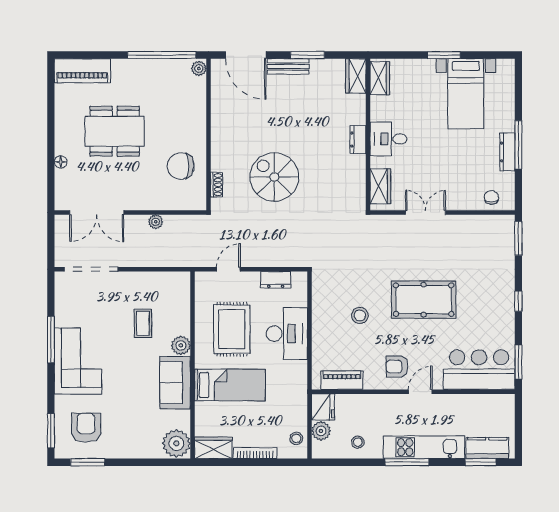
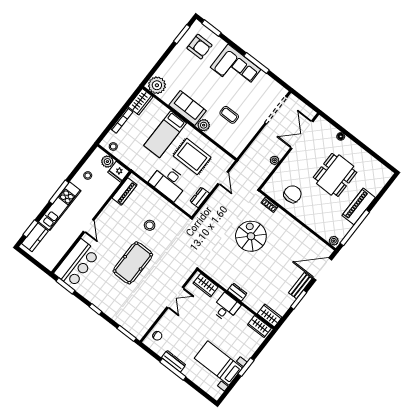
piano: (82, 71) -> (359, 206), moved
spiral stairs: (274, 177) -> (251, 236), turned -90
armchair: (397, 367) -> (110, 224), removed

